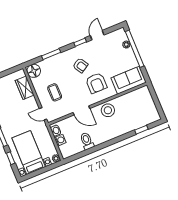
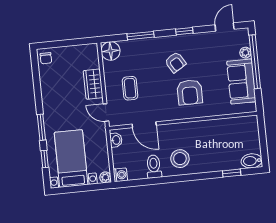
door: (97, 35) -> (225, 27), moved
sofa: (129, 80) -> (241, 82), moved, turned -90
wardrobe: (25, 88) -> (93, 84), moved
door: (81, 110) -> (144, 125), moved
stool: (108, 110) -> (180, 159), moved
bidet: (153, 117) -> (252, 161), added
washing machine: (60, 140) -> (120, 175), moved

